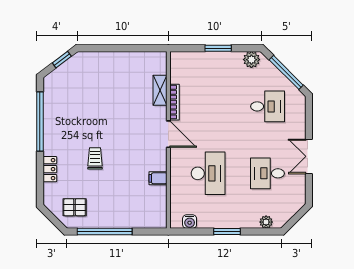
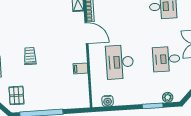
desk: (208, 173) -> (120, 62), turned 180
pallet: (75, 207) -> (16, 95), turned 90
window: (227, 232) -> (153, 106), moved

